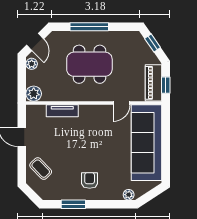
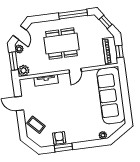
window: (89, 27) -> (73, 14), moved
window: (22, 79) -> (13, 61), added
door: (121, 103) -> (75, 71), moved
armchair: (90, 180) -> (59, 138), moved

